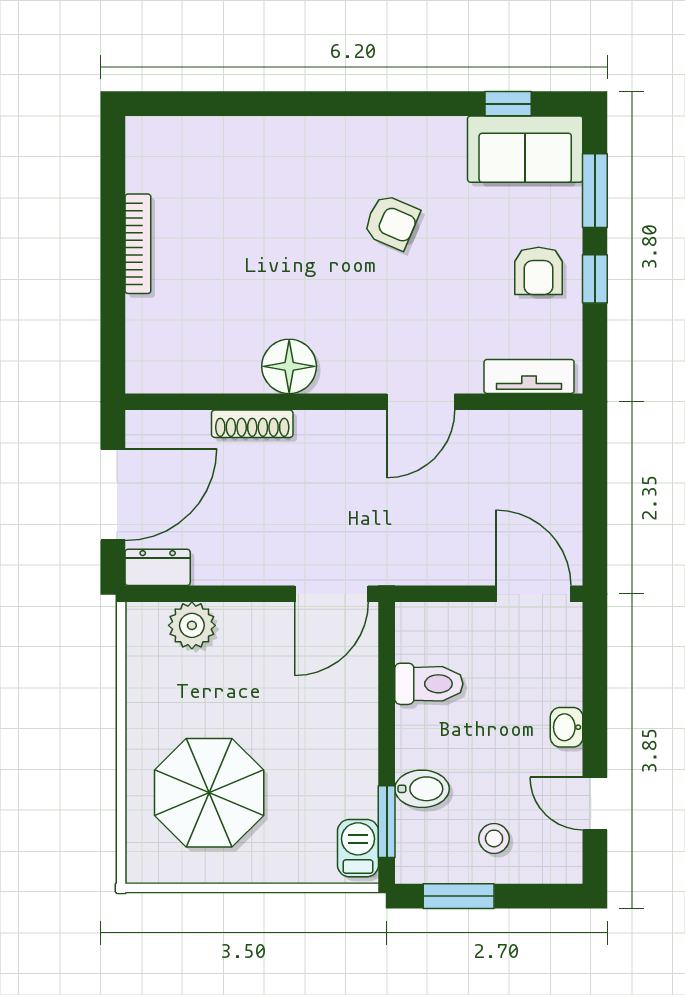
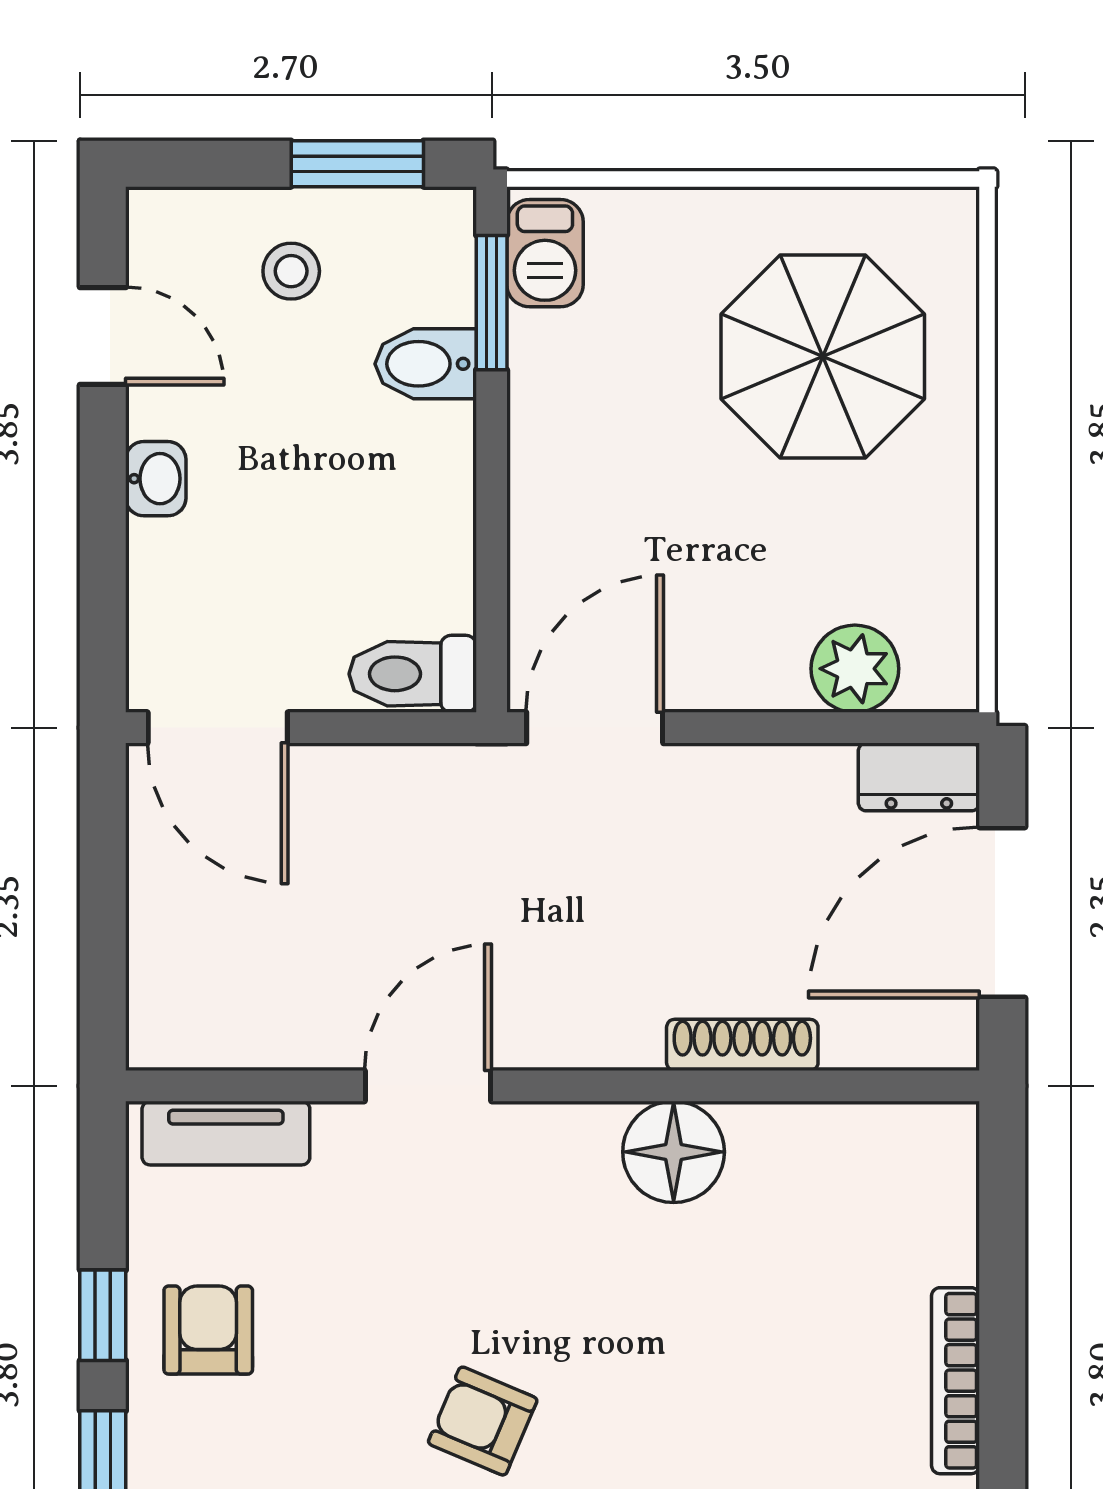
toilet: (429, 684) -> (413, 674), moved

